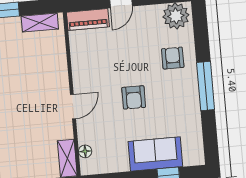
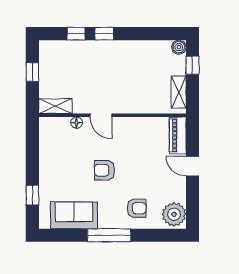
floor lamp: (85, 151) -> (77, 123), moved
sofa: (155, 154) -> (74, 215), moved, turned -90

